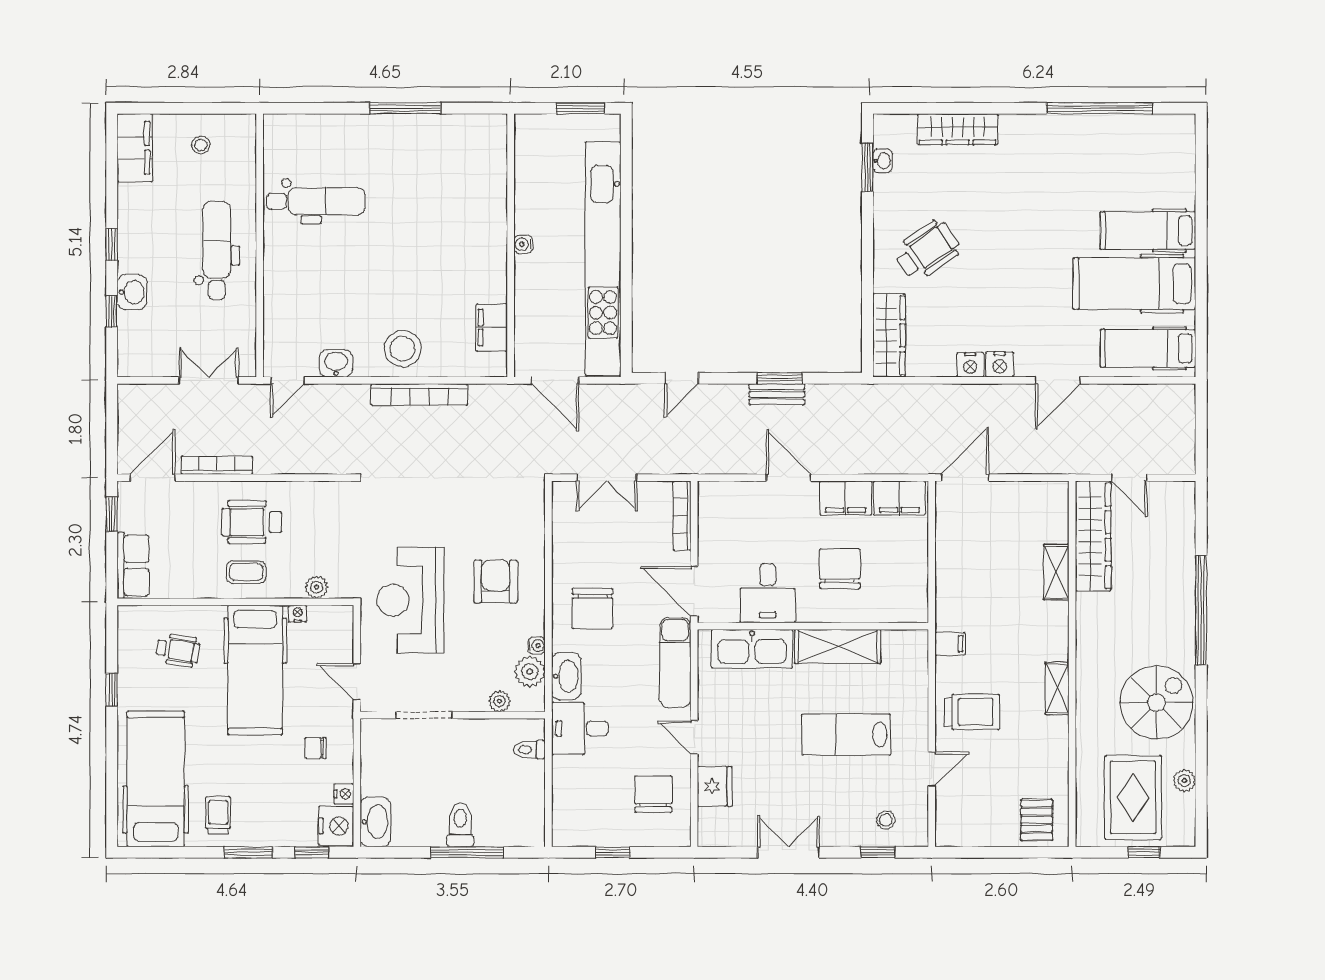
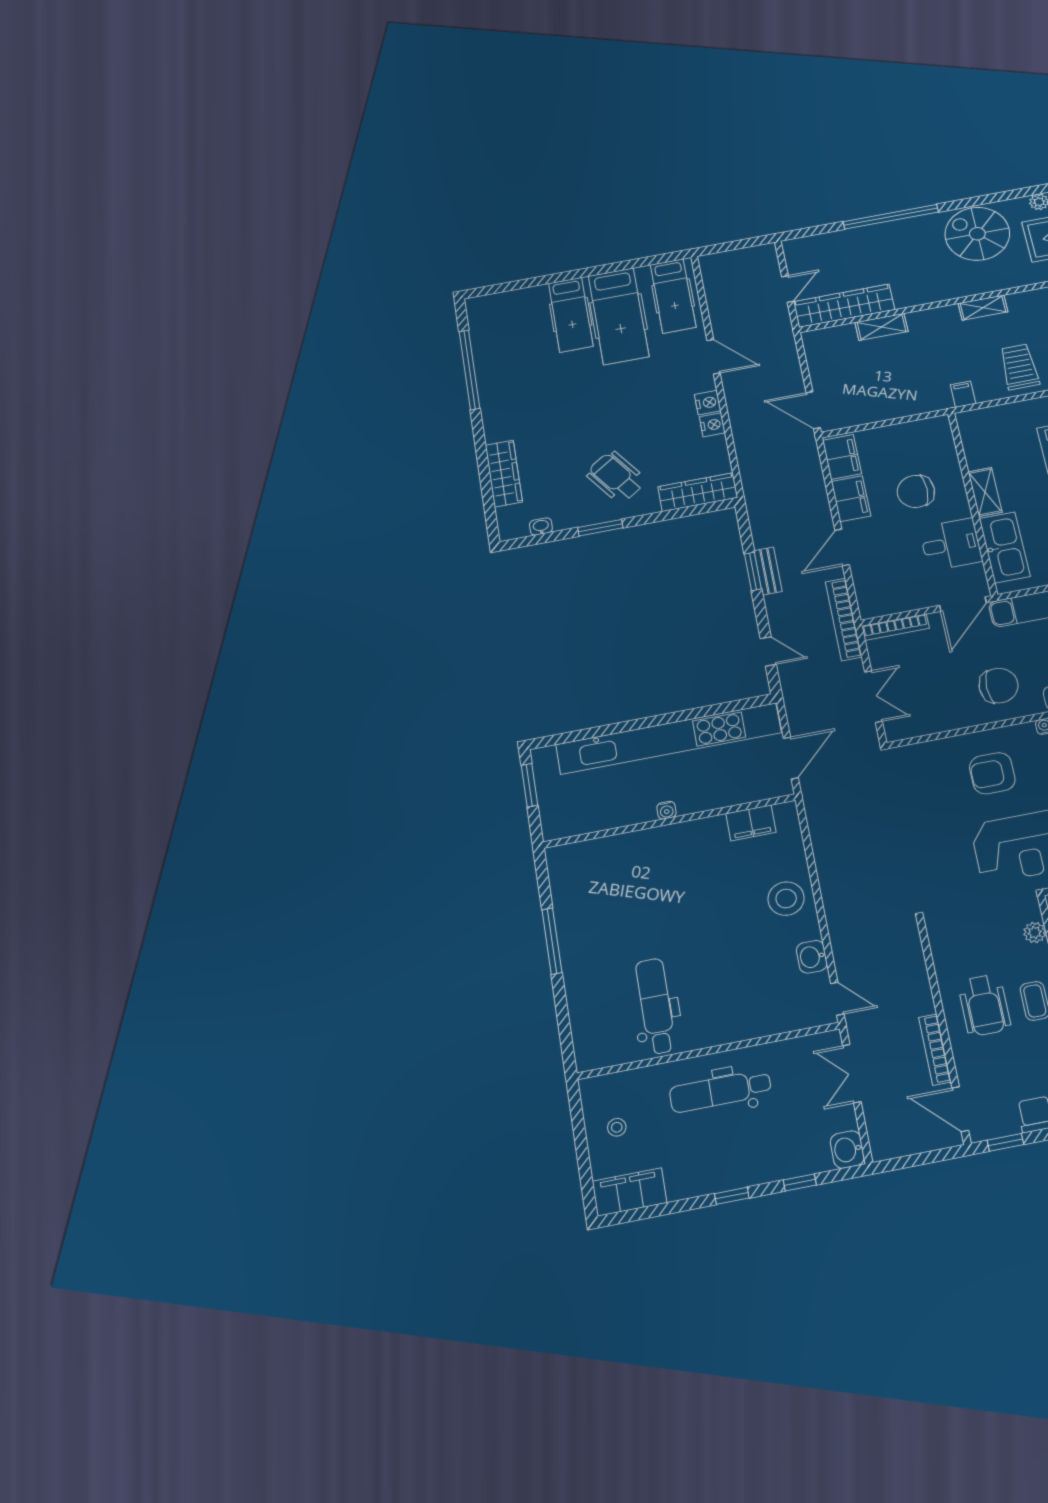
window: (867, 168) -> (600, 528), moved
washbasin: (132, 292) -> (847, 1150), moved, turned -90
bookcase: (419, 395) -> (844, 619), moved, turned 180
shelving: (838, 646) -> (985, 492), width x0.67, depth x0.75

